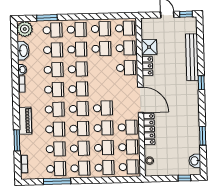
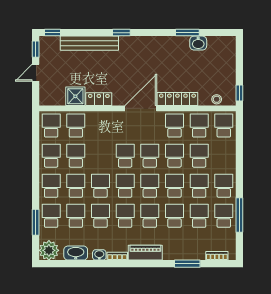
window: (200, 27) -> (53, 33), added
school desk: (126, 68) -> (125, 156), moved
piano: (25, 121) -> (145, 253), moved
washbasin: (195, 161) -> (198, 43), moved
school desk: (104, 168) -> (224, 156), removed
window: (184, 178) -> (239, 93), moved

